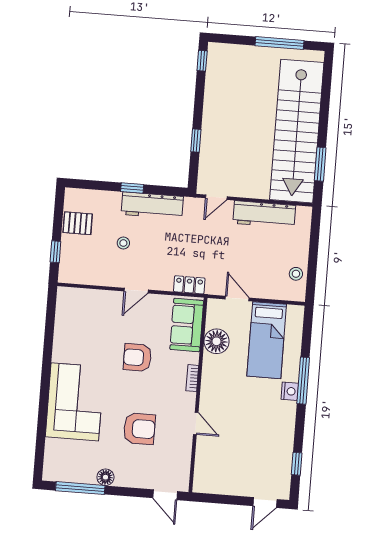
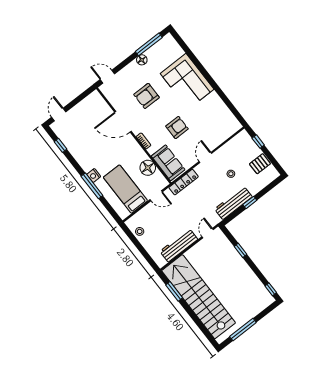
locker: (189, 285) -> (184, 182), width x1.53
door: (196, 424) -> (123, 122), width x1.88

